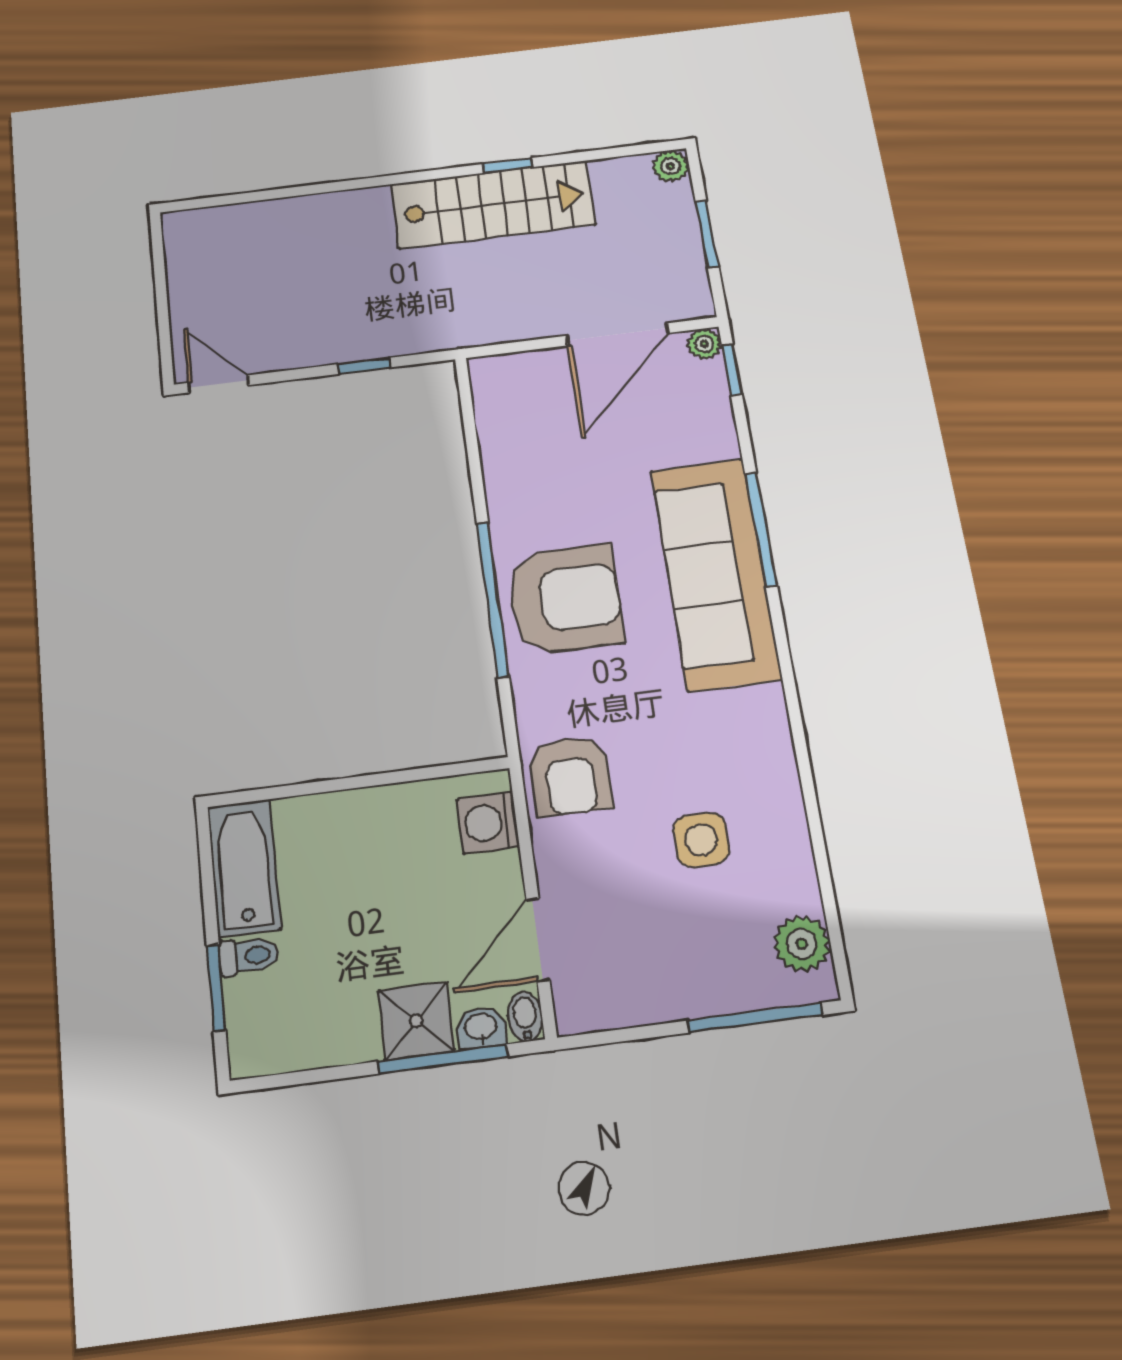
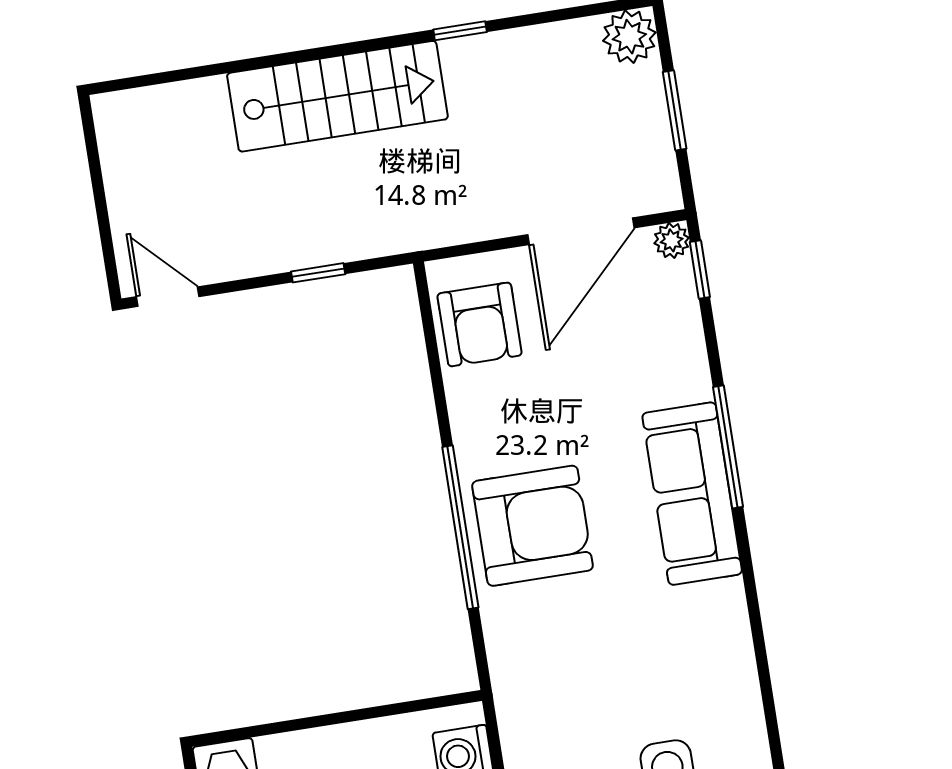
plant: (670, 166) -> (629, 37), width x1.38, depth x1.38
stairs: (493, 205) -> (337, 96), moved
sofa: (716, 573) -> (692, 494), width x0.74, depth x0.79
armchair: (570, 776) -> (480, 324), moved

